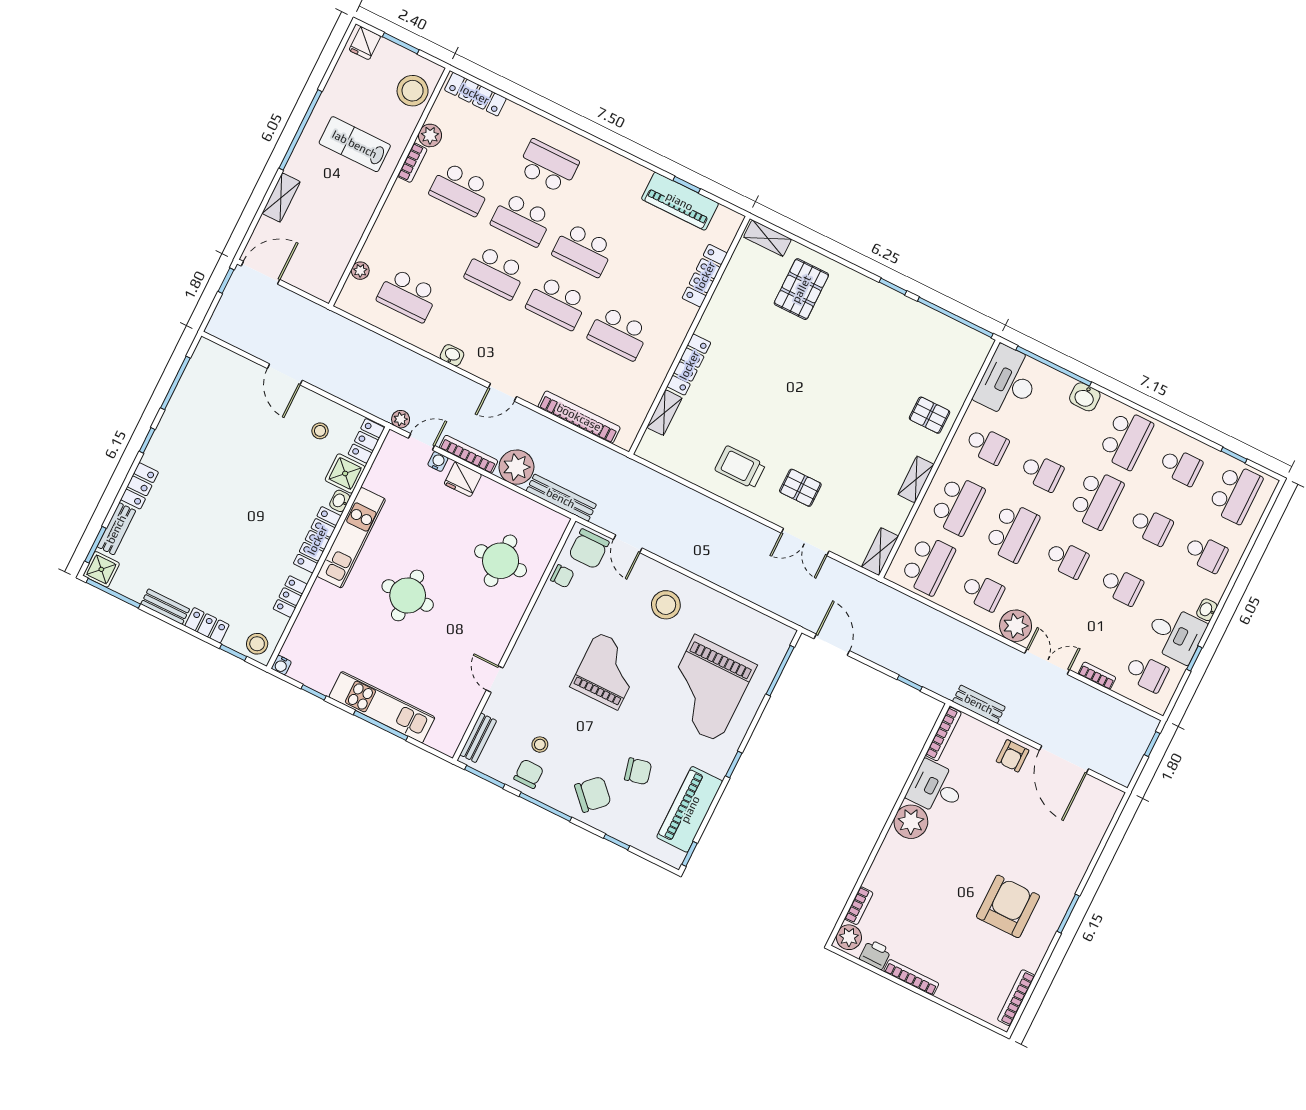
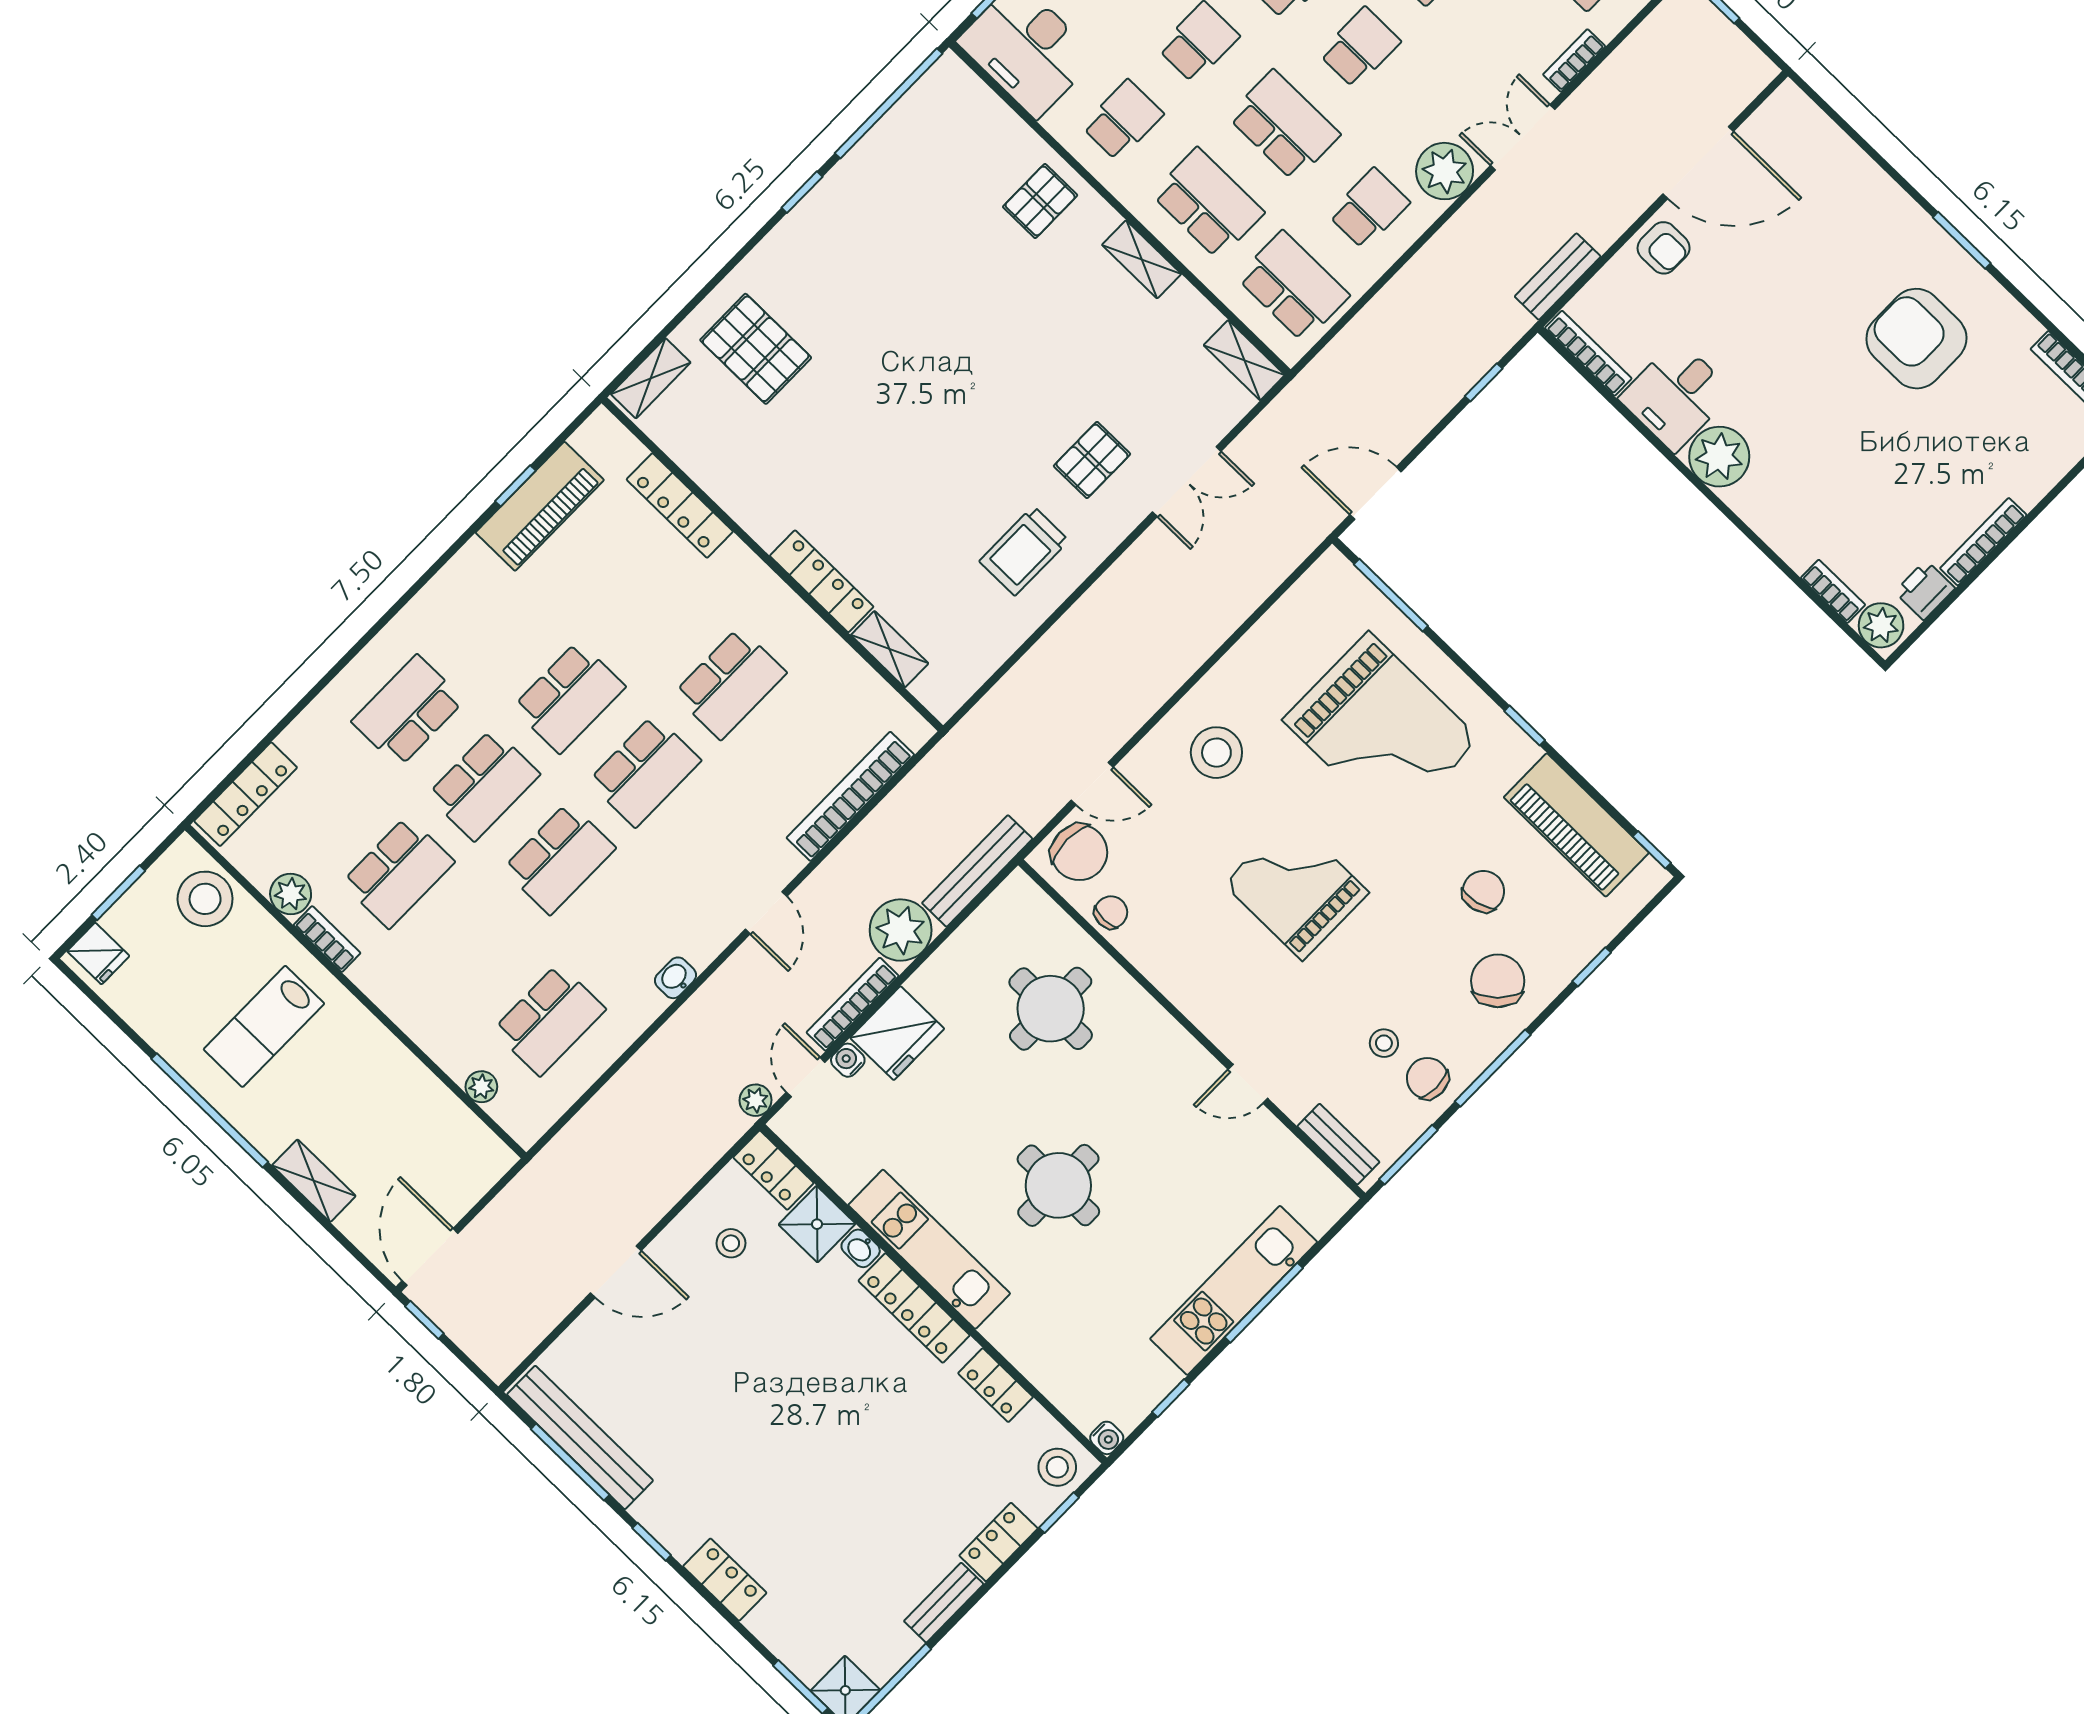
fridge: (463, 479) -> (897, 1033), width x1.36, depth x1.34
bench: (116, 529) -> (580, 1437), moved, width x1.86, depth x1.21

